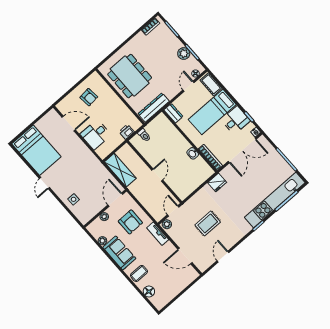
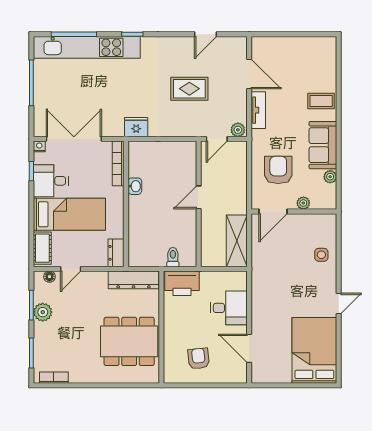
dining table: (130, 76) -> (129, 341), turned 90
printer: (127, 132) -> (182, 283), width x1.87, depth x1.48
tv unit: (158, 234) -> (258, 110), moved
floor lamp: (149, 292) -> (328, 70), removed

